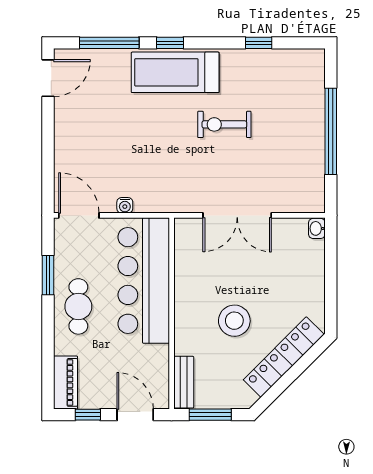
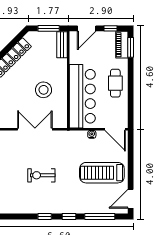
window: (259, 43) -> (45, 217), moved
treadmill: (175, 72) -> (102, 173), moved, turned 180
exercise bike: (224, 124) -> (41, 175), turned 180
window: (48, 275) -> (131, 47), moved
stool: (234, 321) -> (44, 90), moved
door: (135, 415) -> (87, 28), hinge flipped

